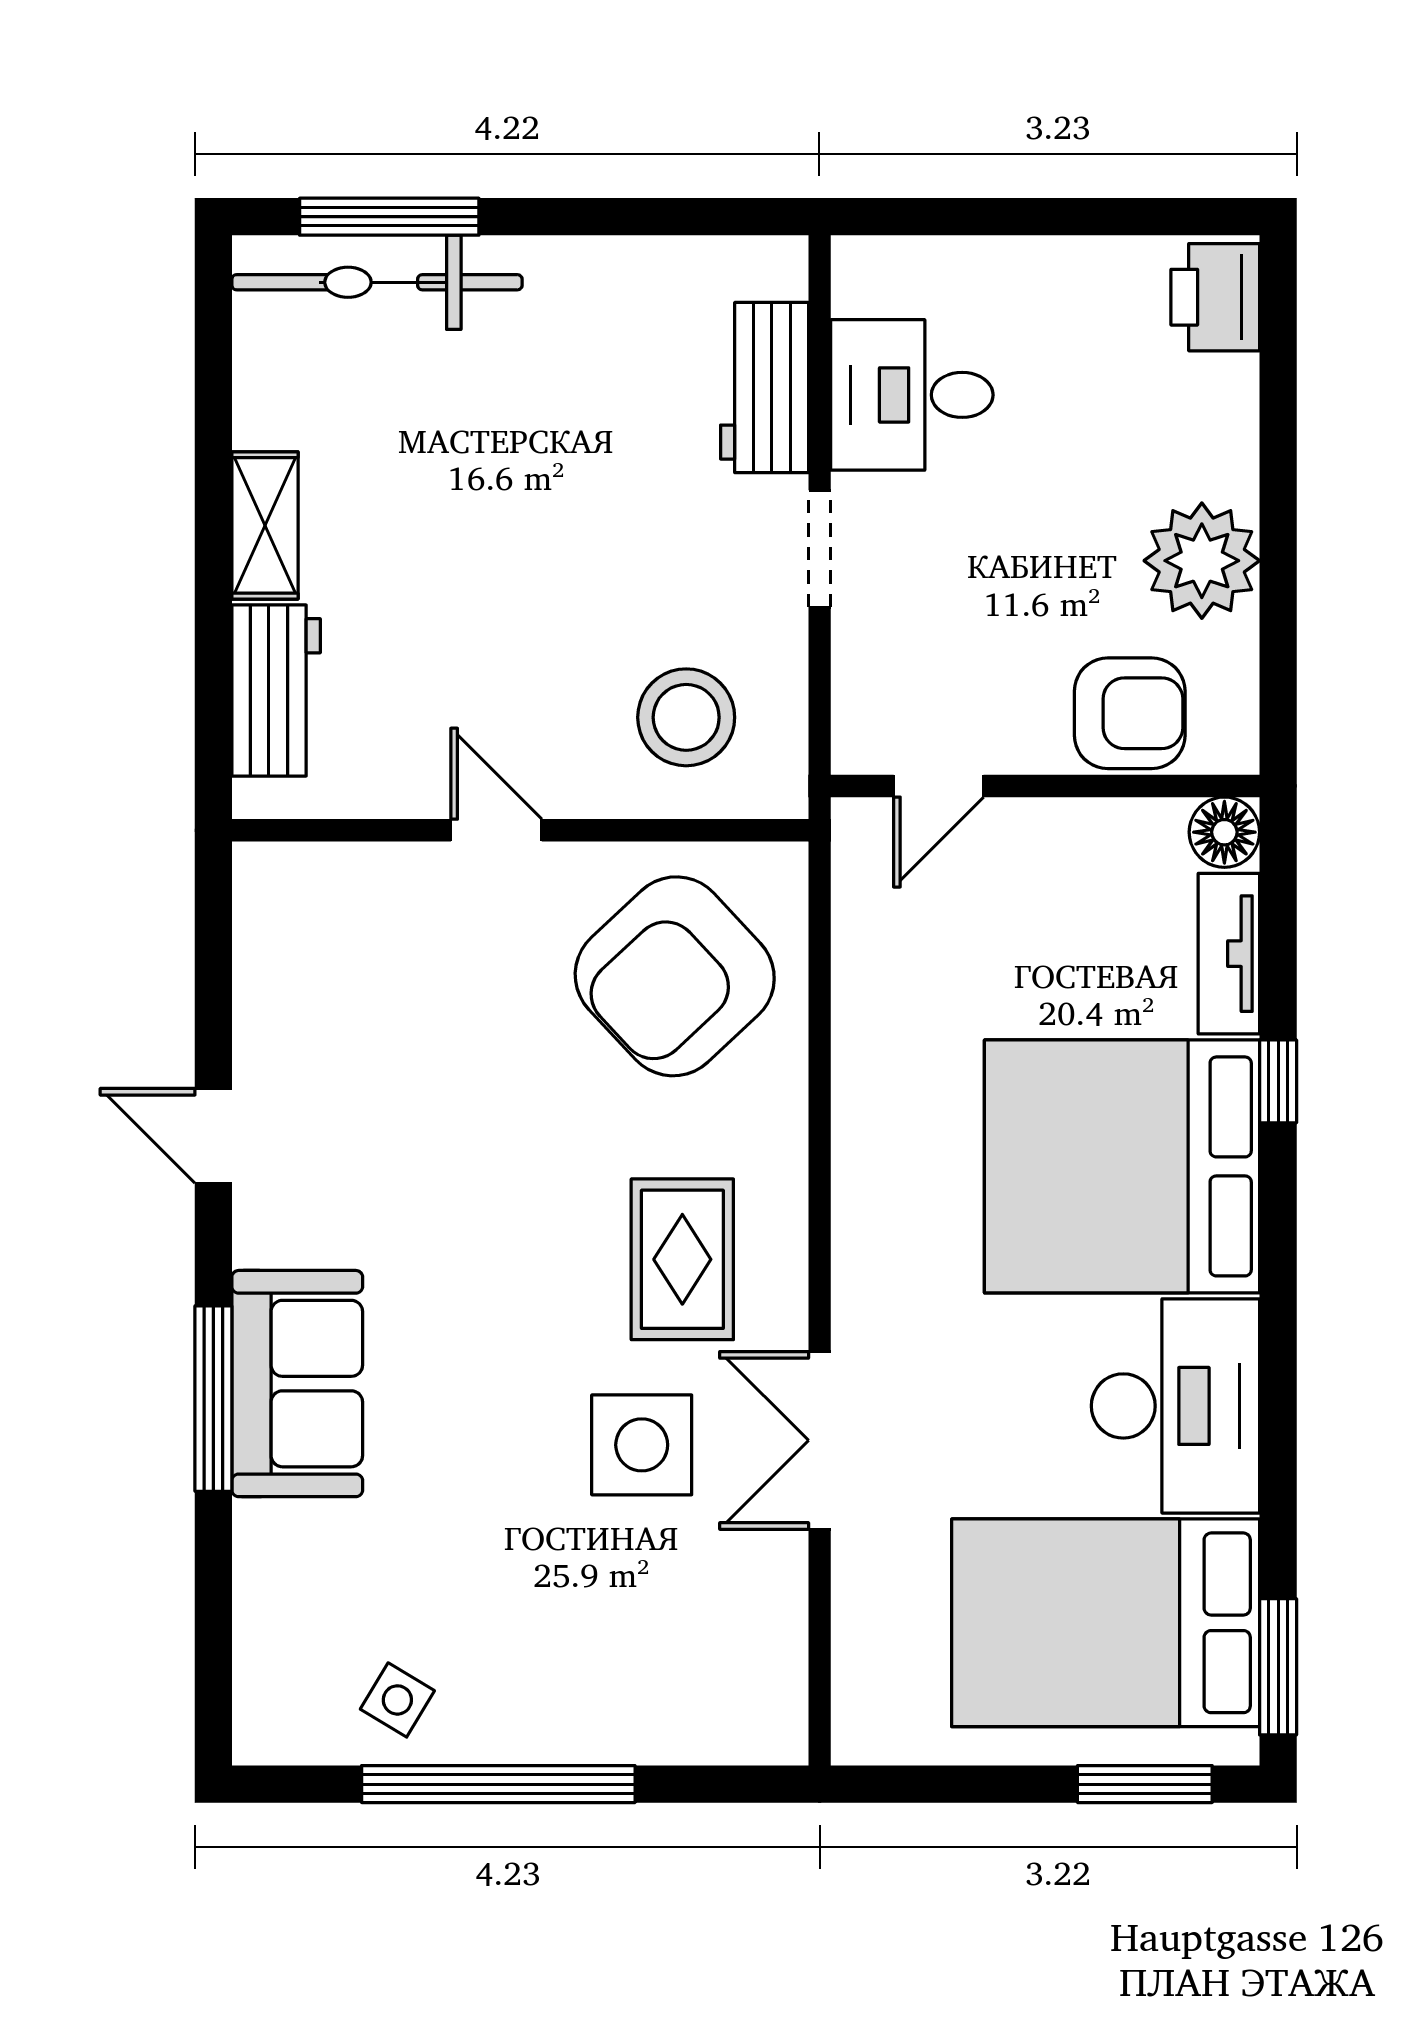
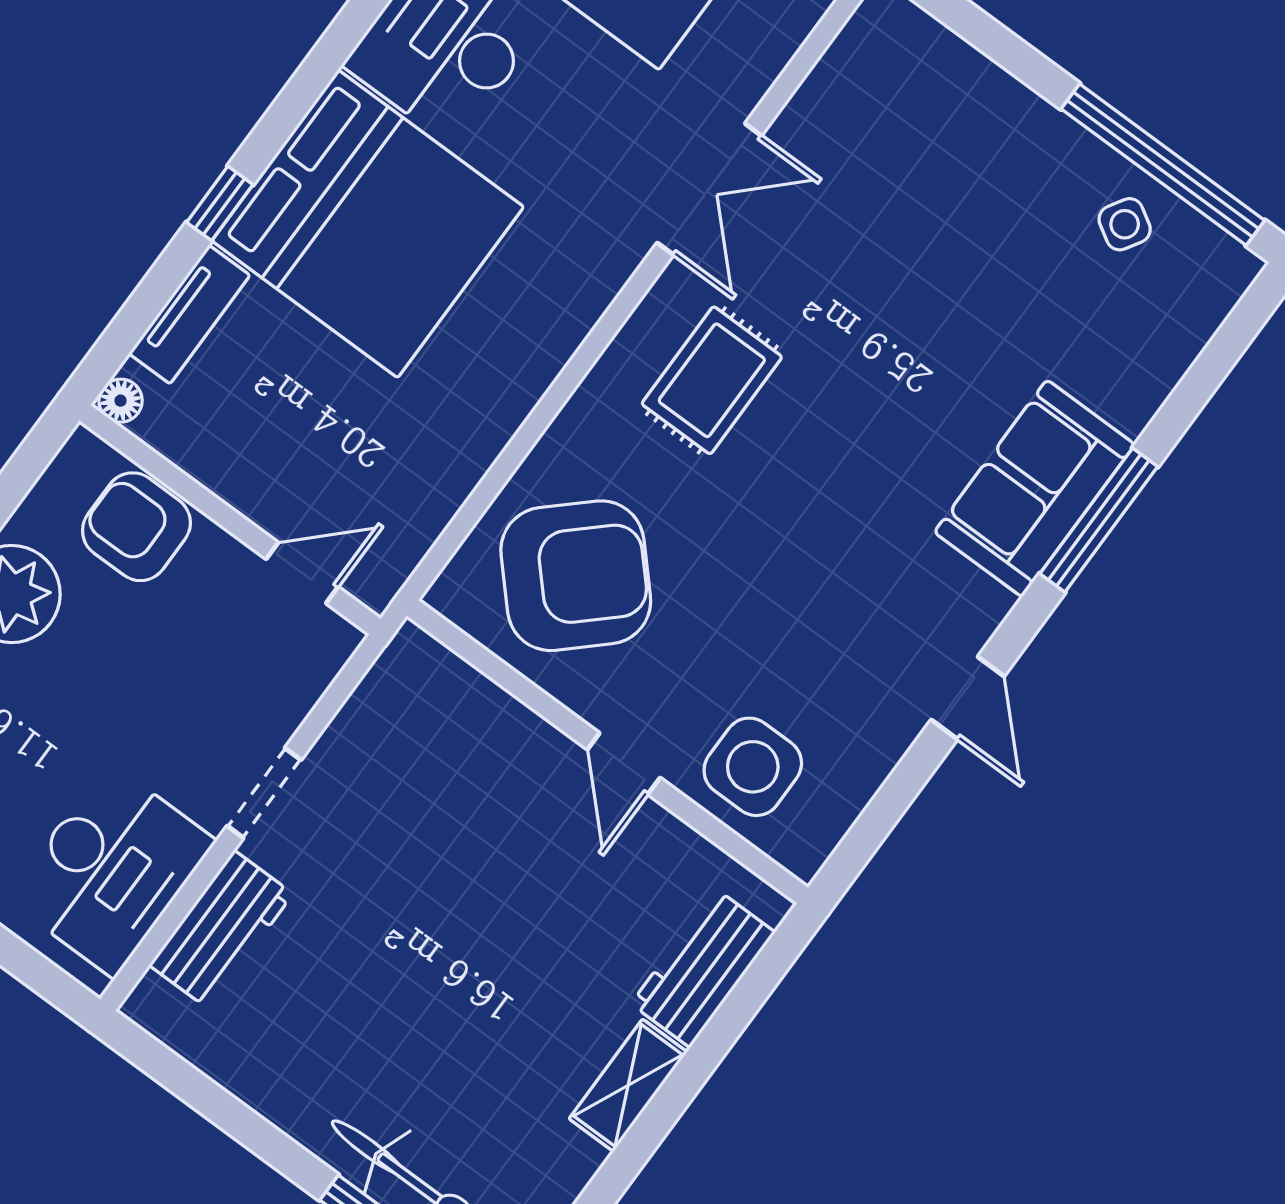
desk: (912, 395) -> (111, 870), width x1.37
stool: (686, 717) -> (439, 745), removed
floor lamp: (1224, 832) -> (121, 401), width x0.73, depth x0.73
side table: (642, 1445) -> (753, 767), moved
window: (498, 1784) -> (1163, 165), moved

